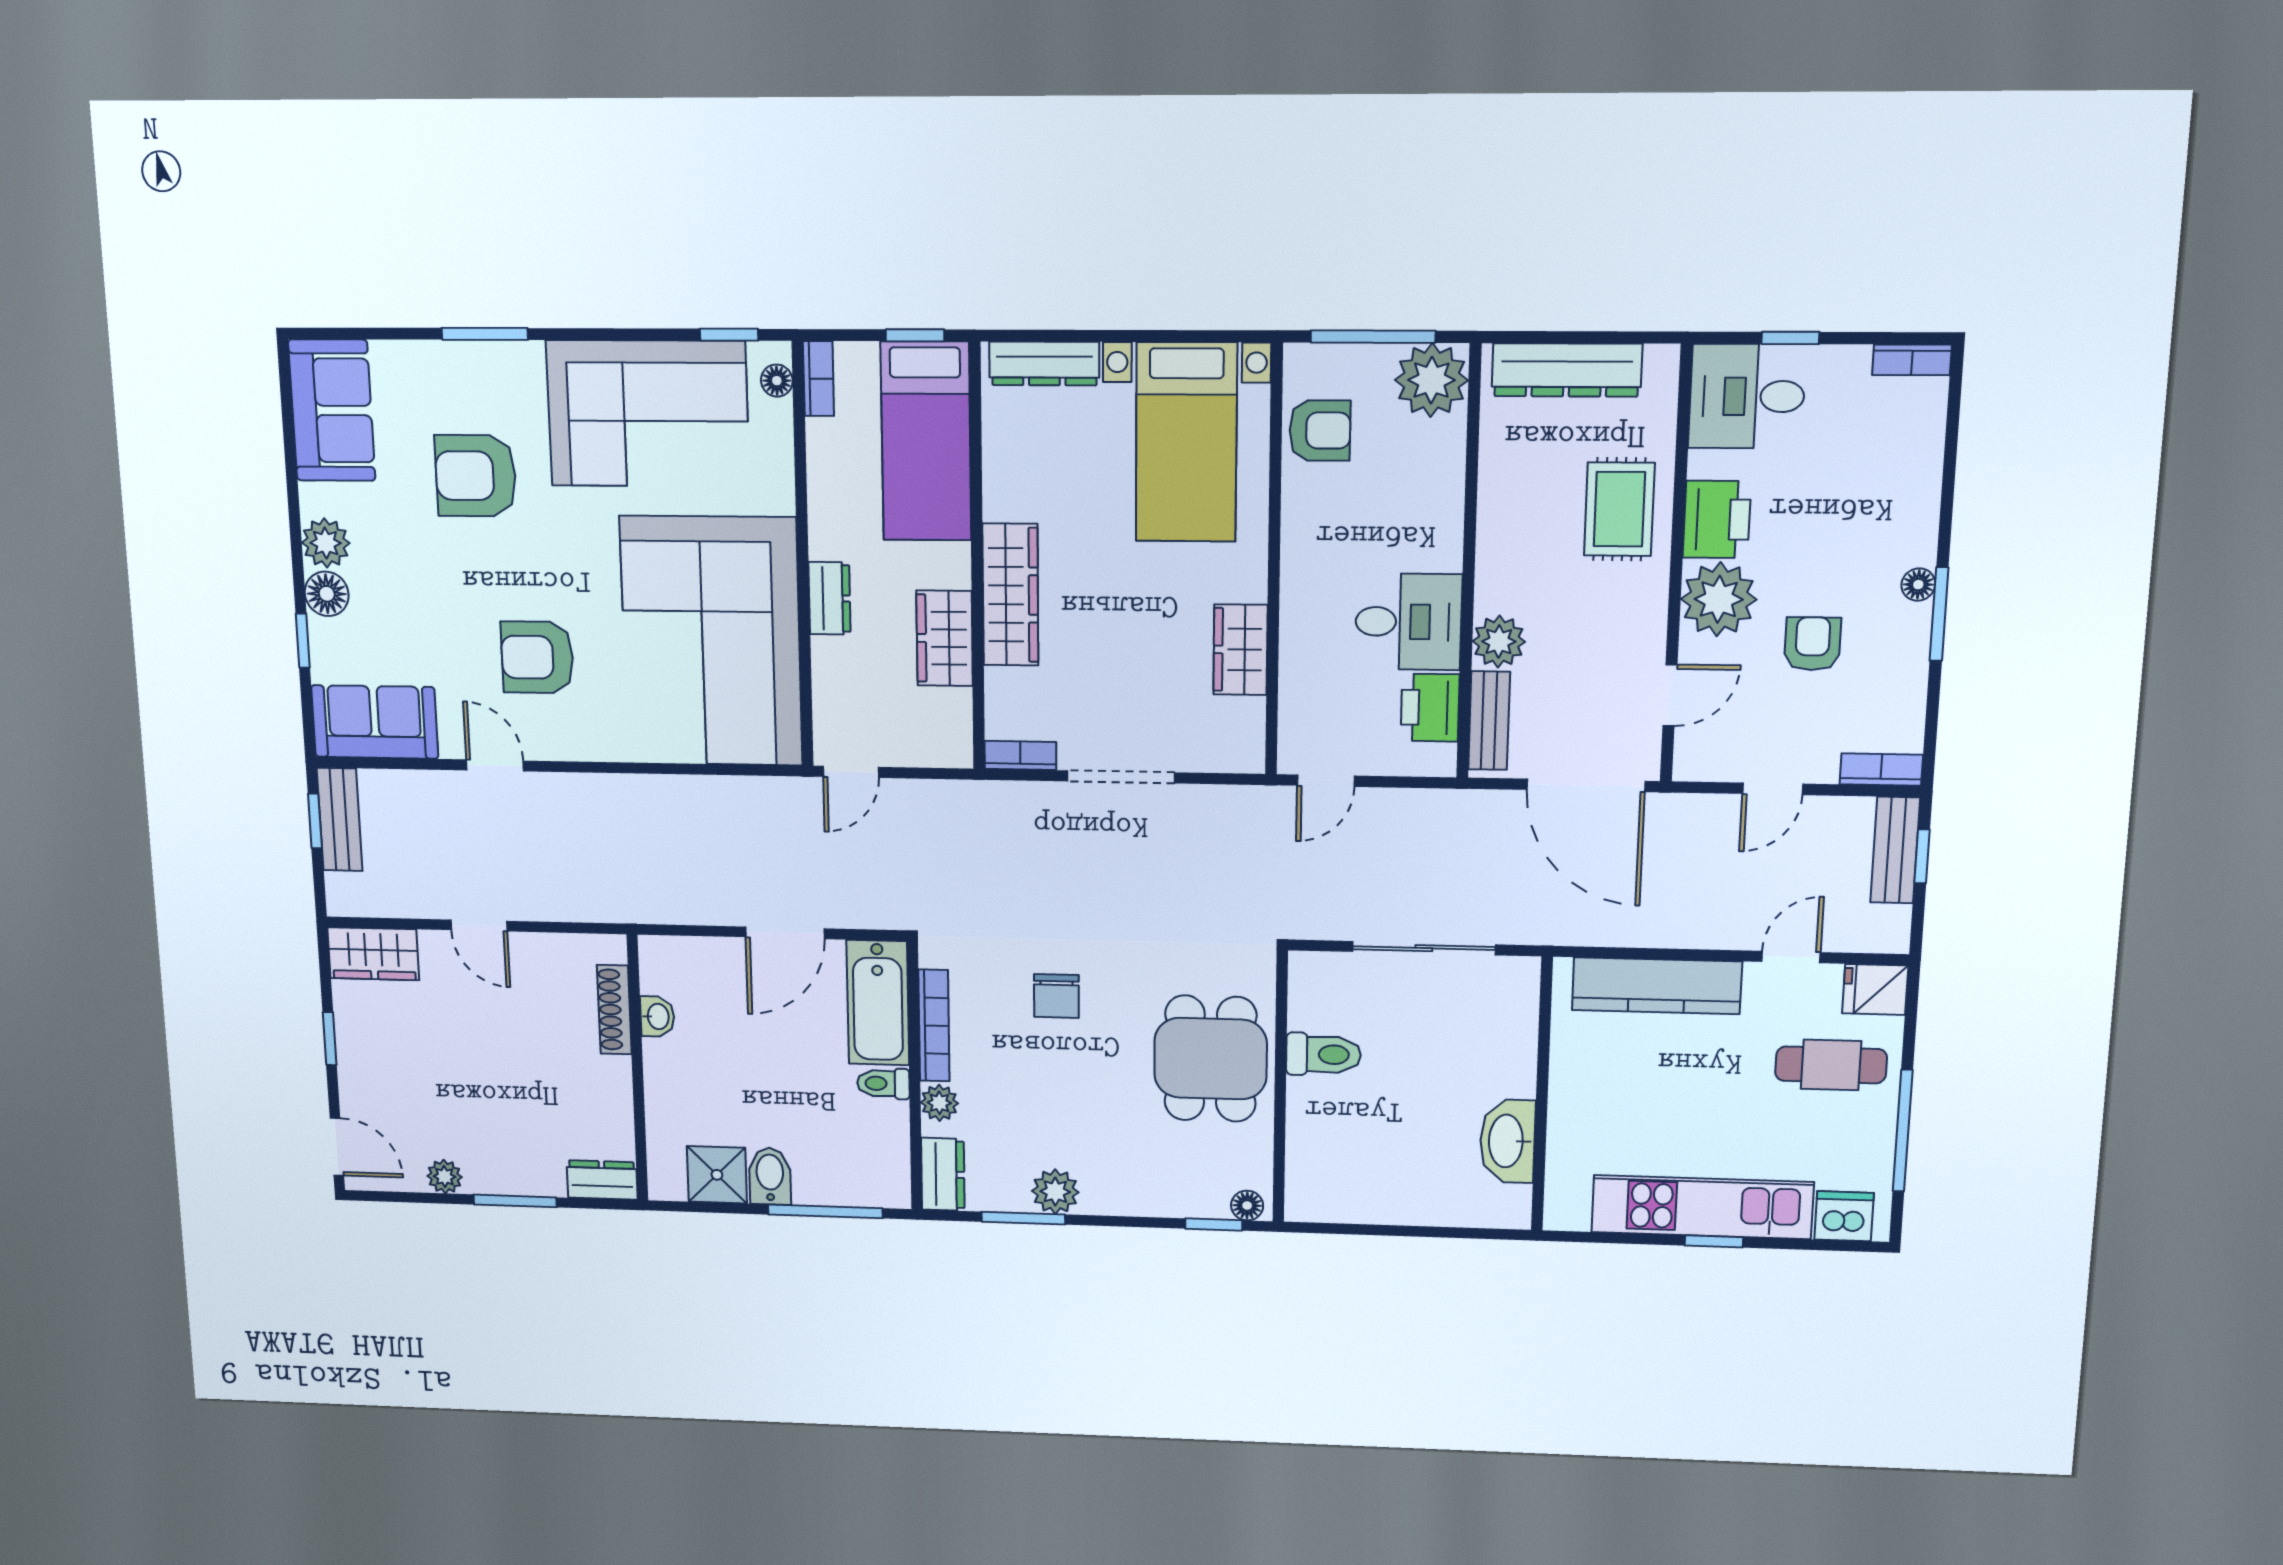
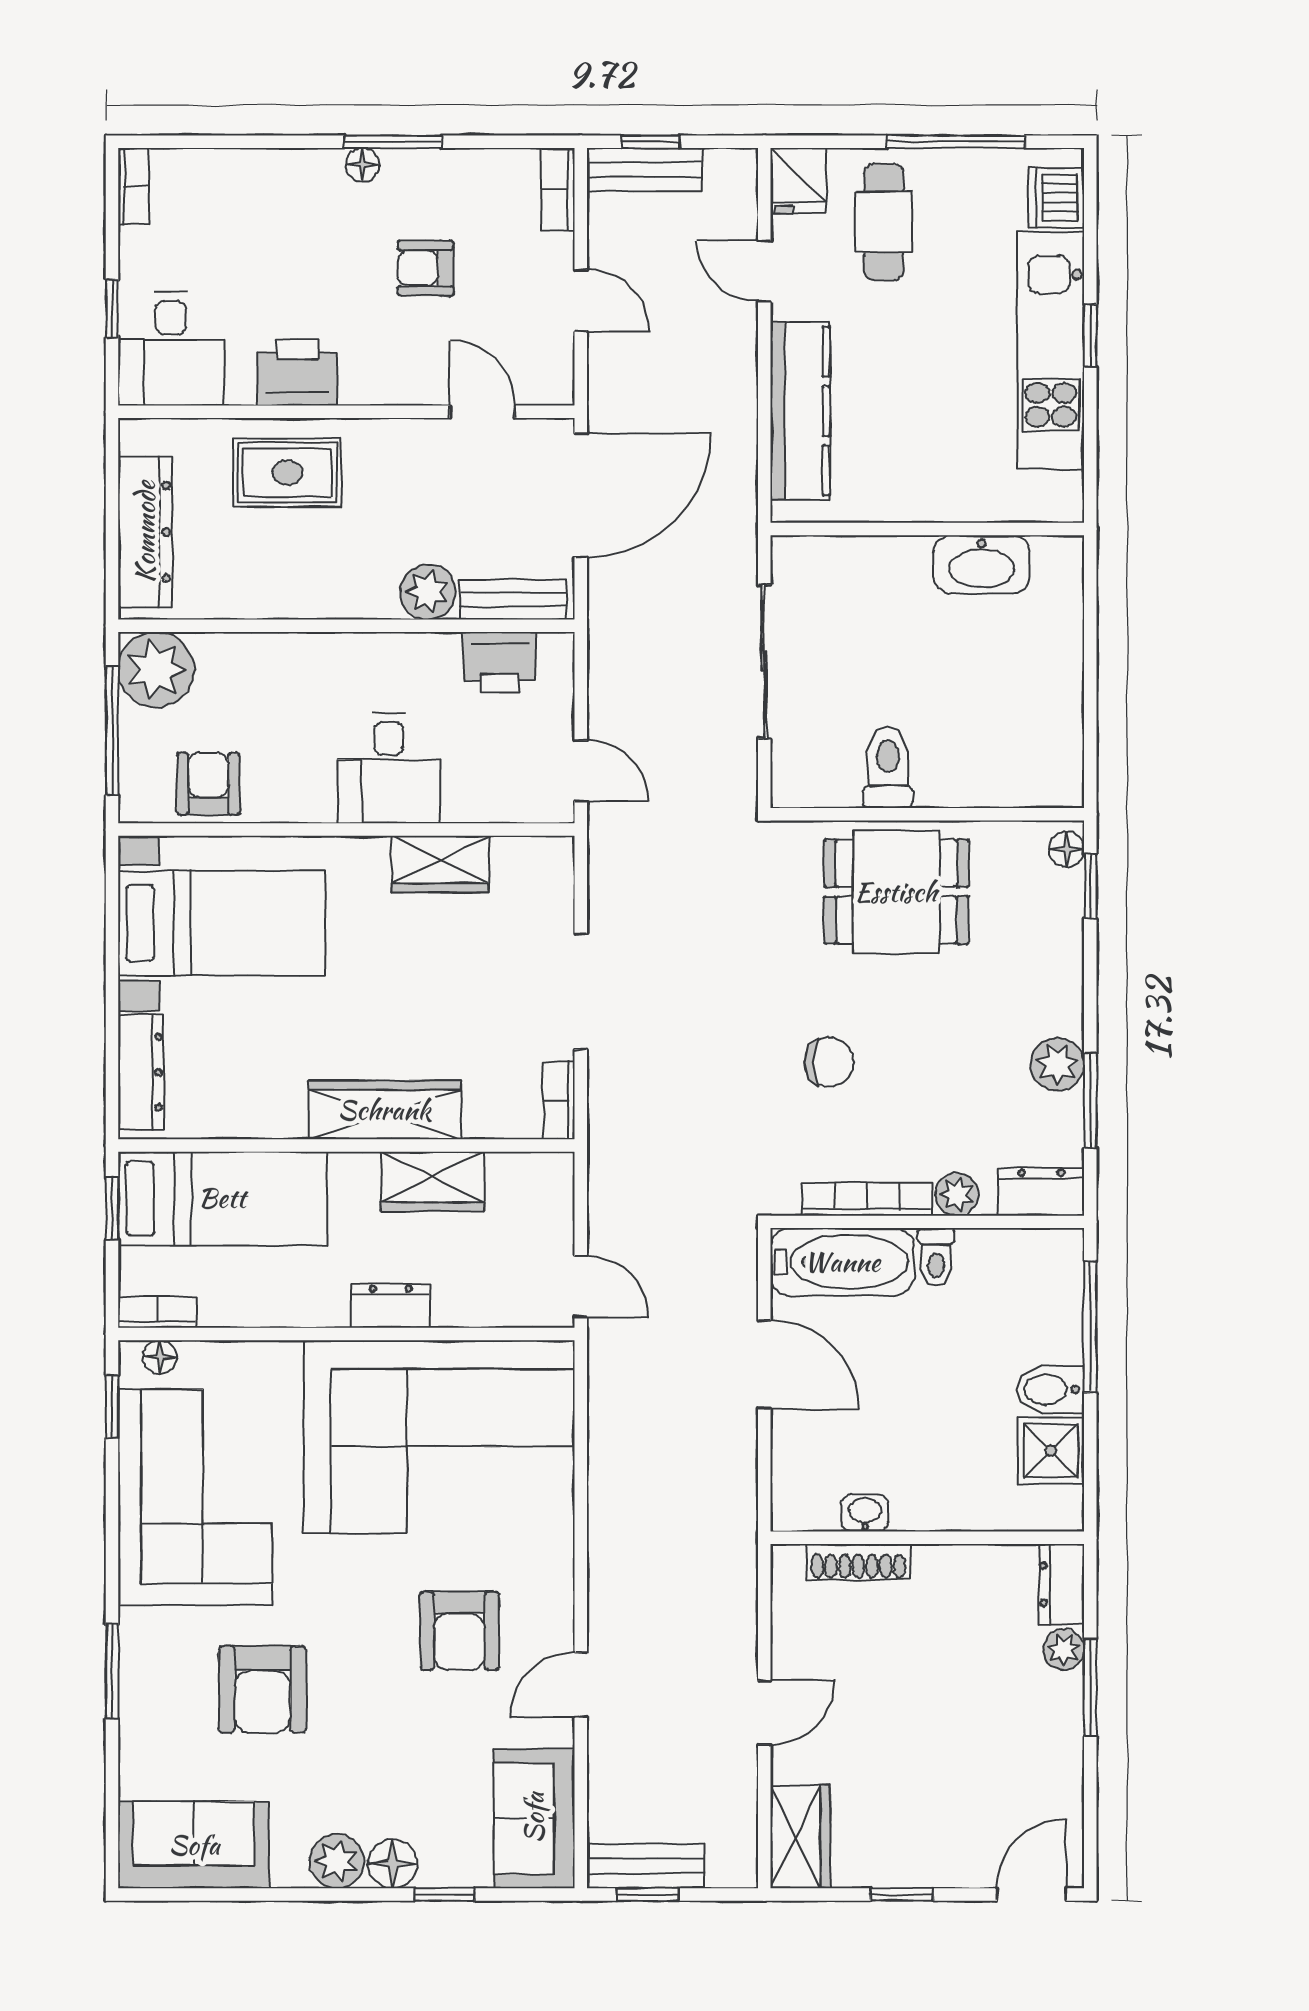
plant: (1719, 599) -> (380, 367), removed
desk: (1408, 622) -> (389, 768), moved, turned 180
plant: (445, 1177) -> (1064, 1650), moved

